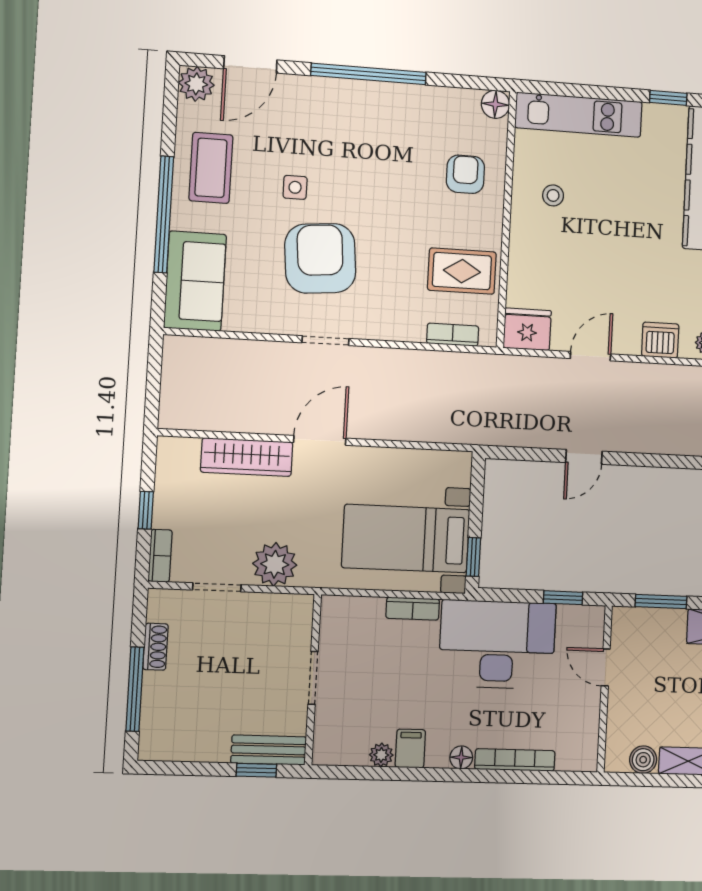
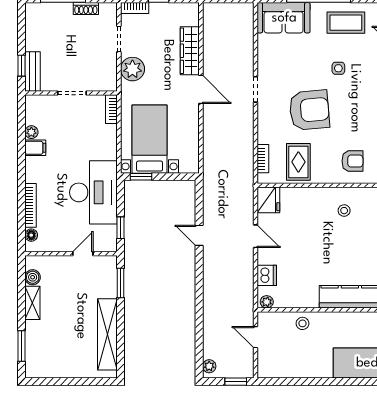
armchair: (320, 258) -> (309, 110), moved
bookcase: (413, 609) -> (111, 109), moved
floor lamp: (461, 757) -> (31, 235), moved

